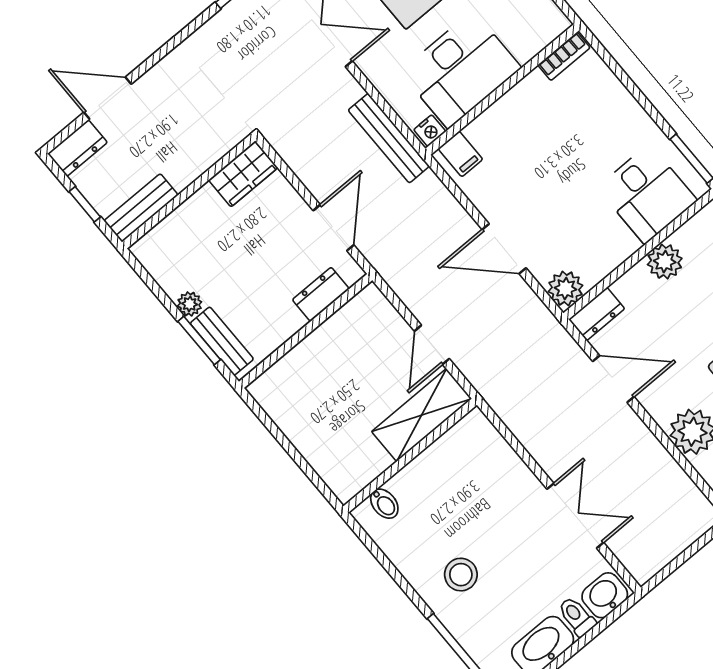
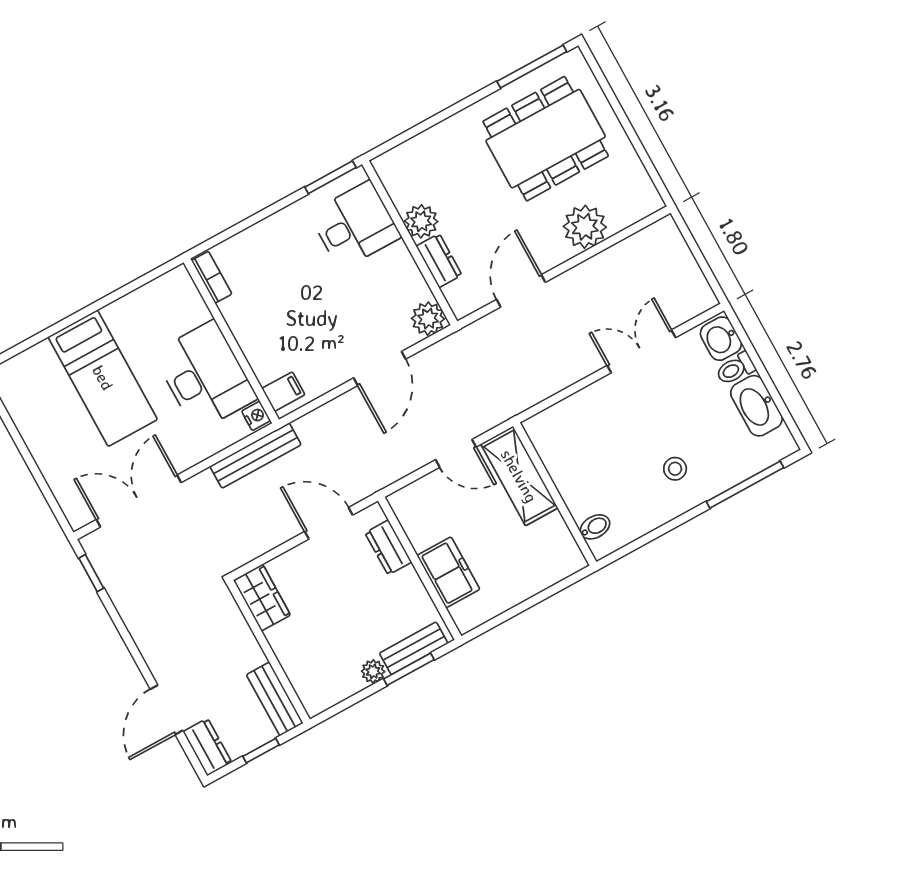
dresser: (597, 314) -> (439, 261), moved
freezer: (307, 362) -> (448, 572), added
stool: (461, 575) -> (675, 469), width x0.73, depth x0.73

